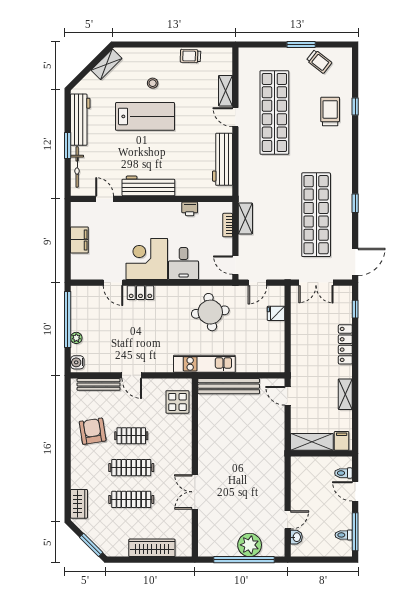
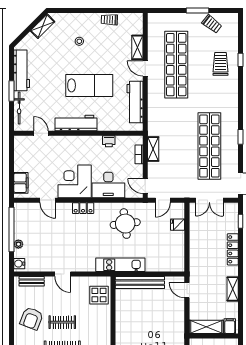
lab bench: (145, 116) -> (89, 85), moved
filing cabinet: (79, 240) -> (21, 183), moved
desk: (184, 264) -> (108, 185), width x1.37
locker: (140, 293) -> (83, 208), moved
bench: (99, 384) -> (32, 281), width x0.73
armchair: (93, 431) -> (31, 318), turned -150

